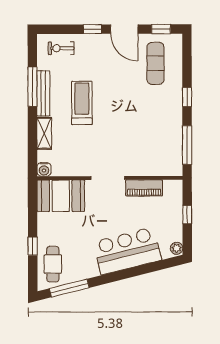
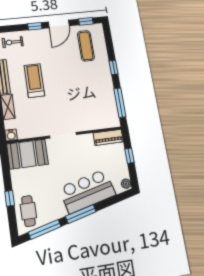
door: (124, 29) -> (59, 24), hinge flipped
piano: (144, 188) -> (108, 137), moved
window: (115, 277) -> (81, 214), added

